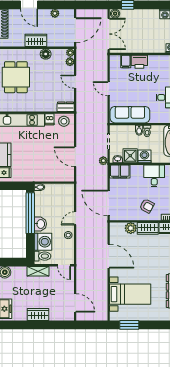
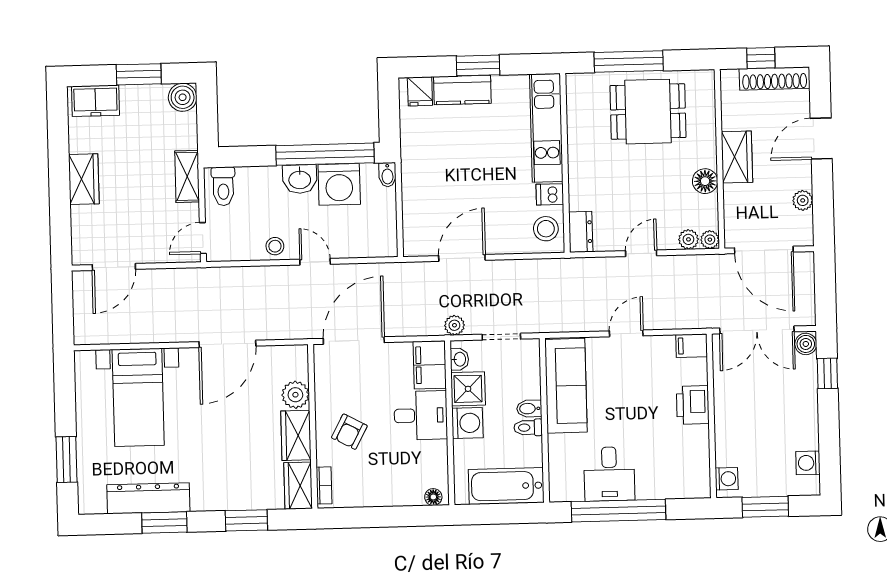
filing cabinet: (126, 62) -> (692, 346), moved
desk: (154, 176) -> (421, 415), moved
washing machine: (43, 242) -> (339, 184), moved
window: (129, 325) -> (67, 460), moved

